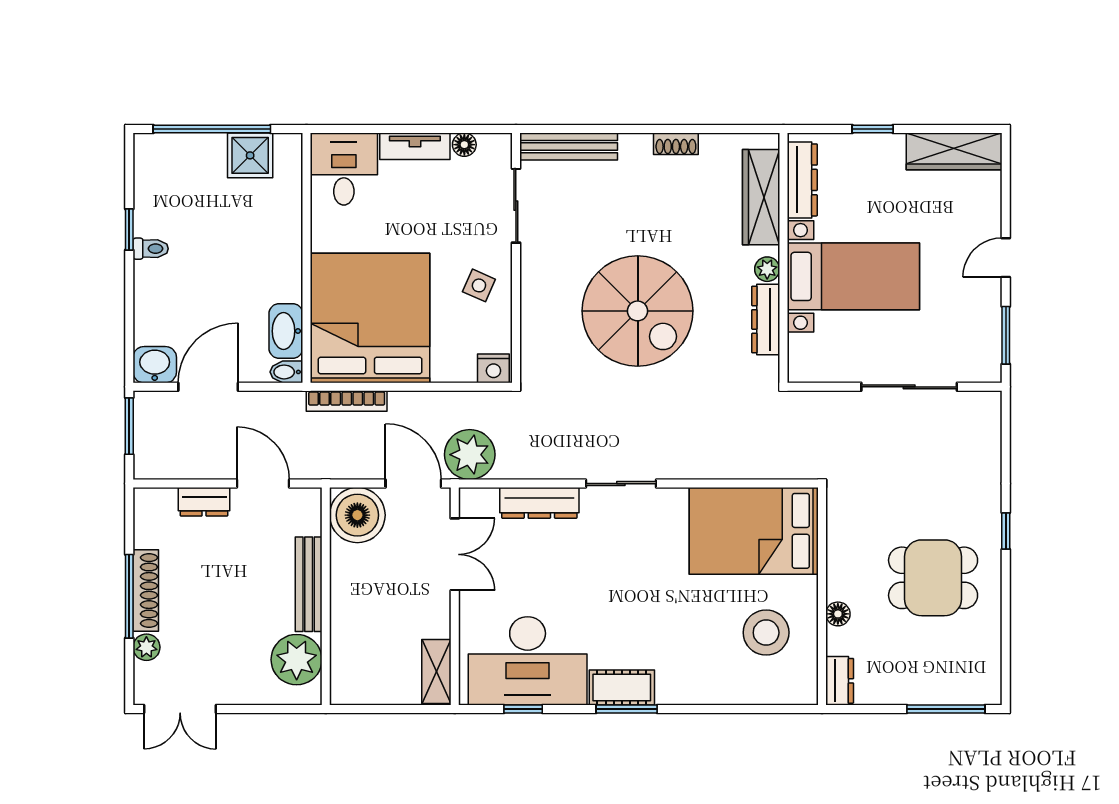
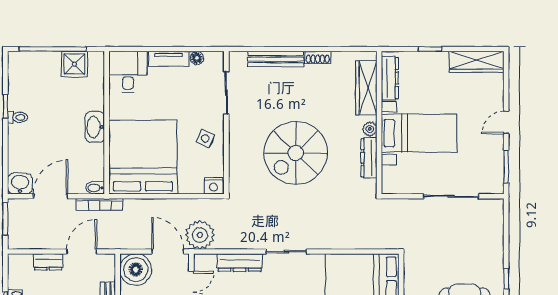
bench: (569, 147) -> (276, 59), moved
spiral stairs: (638, 311) -> (296, 153), turned 90
washbasin: (286, 331) -> (95, 127), moved
bookcase: (347, 401) -> (99, 204), moved
door: (263, 484) -> (82, 252), hinge flipped

